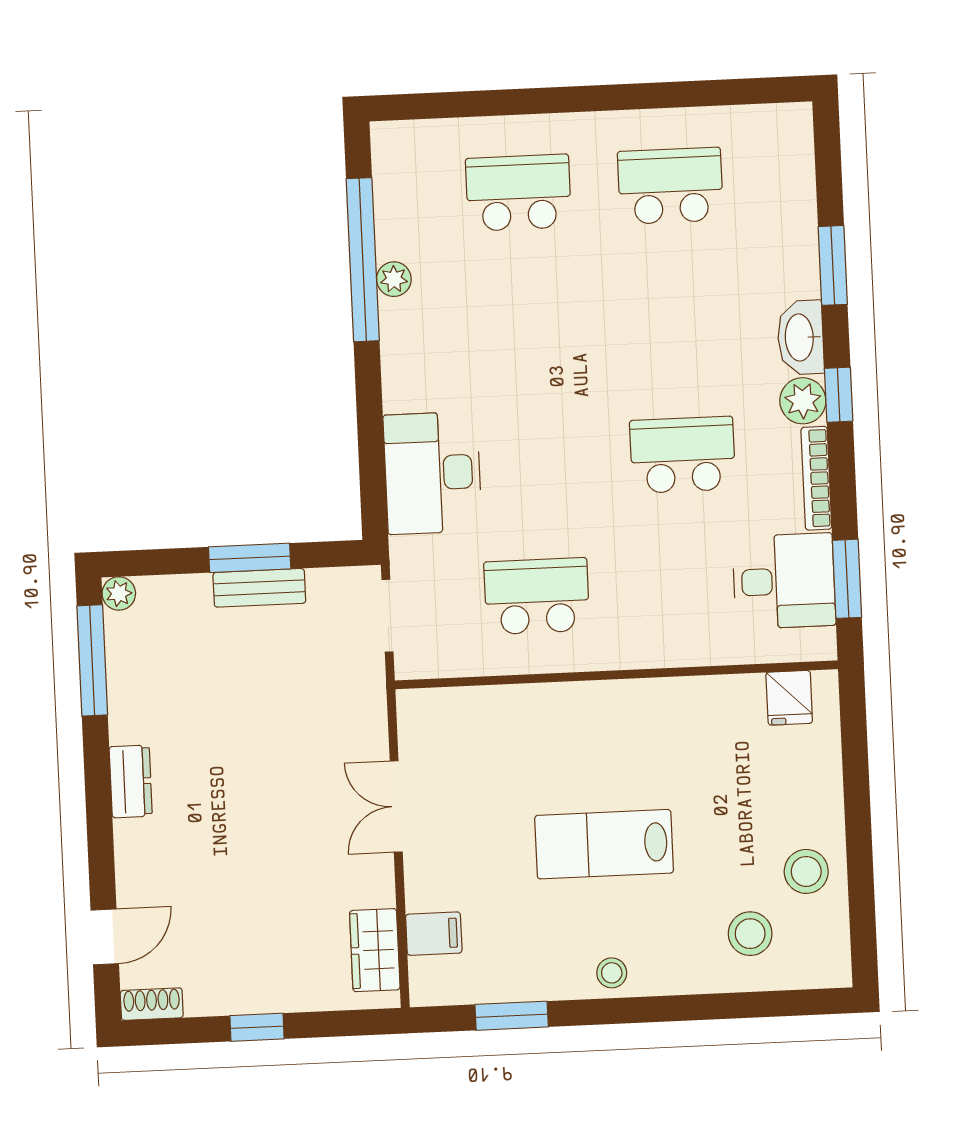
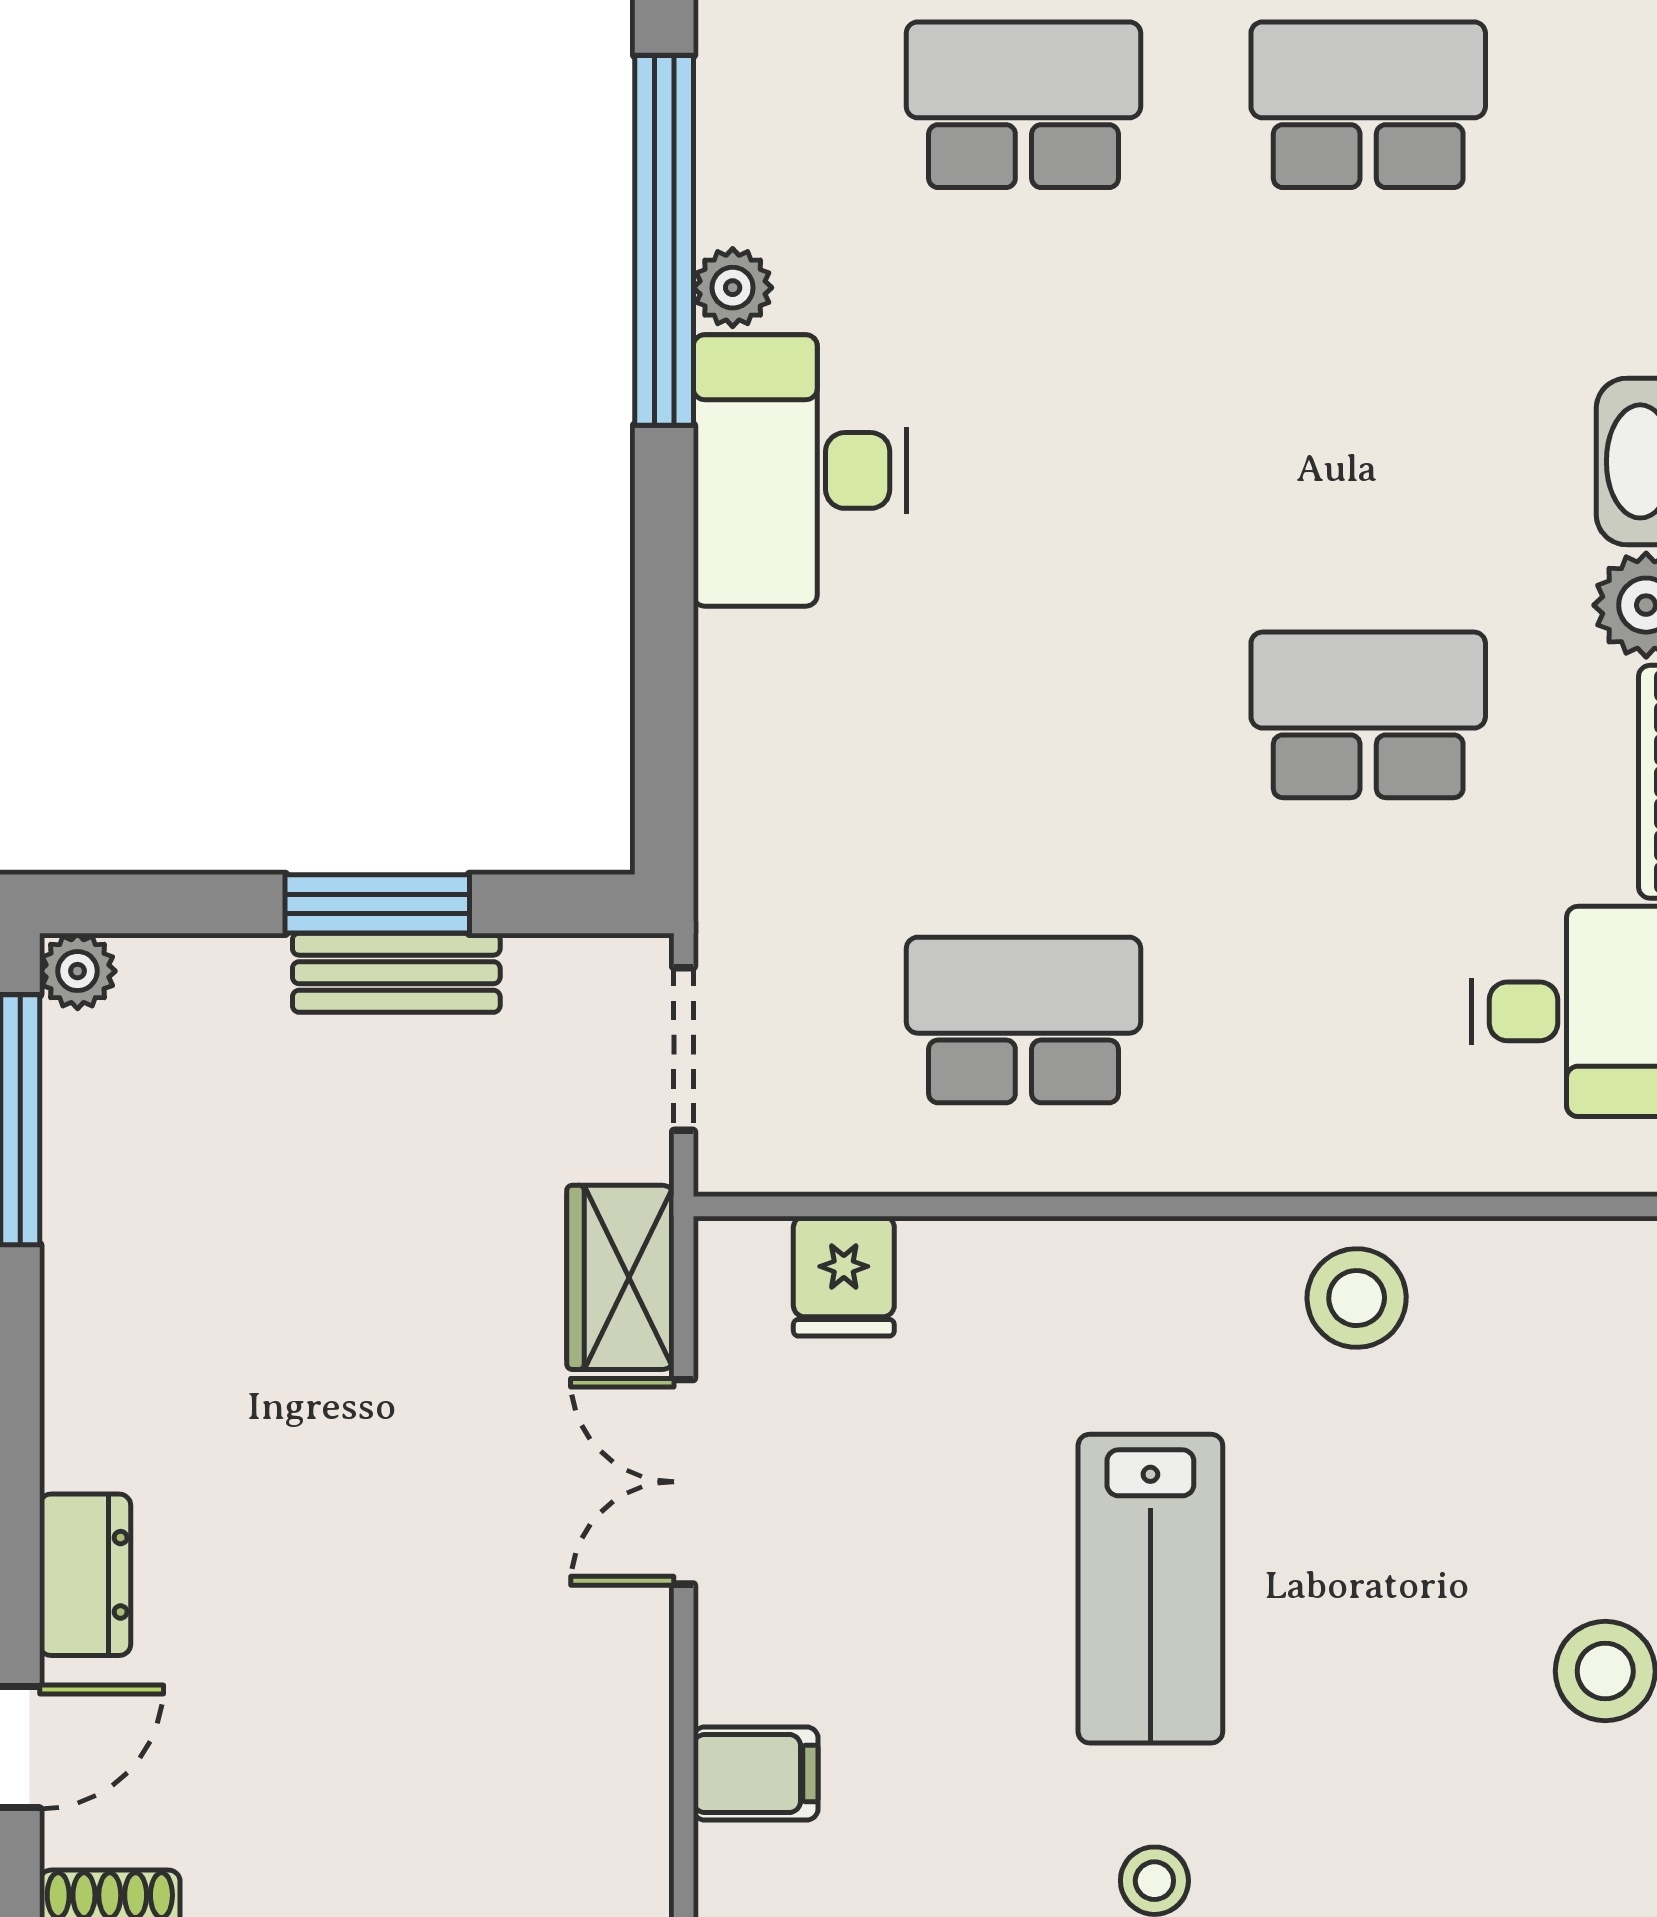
desk: (432, 473) -> (800, 470), moved
fridge: (789, 698) -> (844, 1276), moved
dresser: (131, 781) -> (85, 1575), moved
lab bench: (604, 844) -> (1150, 1589), turned -90
stool: (750, 934) -> (1357, 1298), moved
wardrobe: (375, 950) -> (620, 1277), moved

